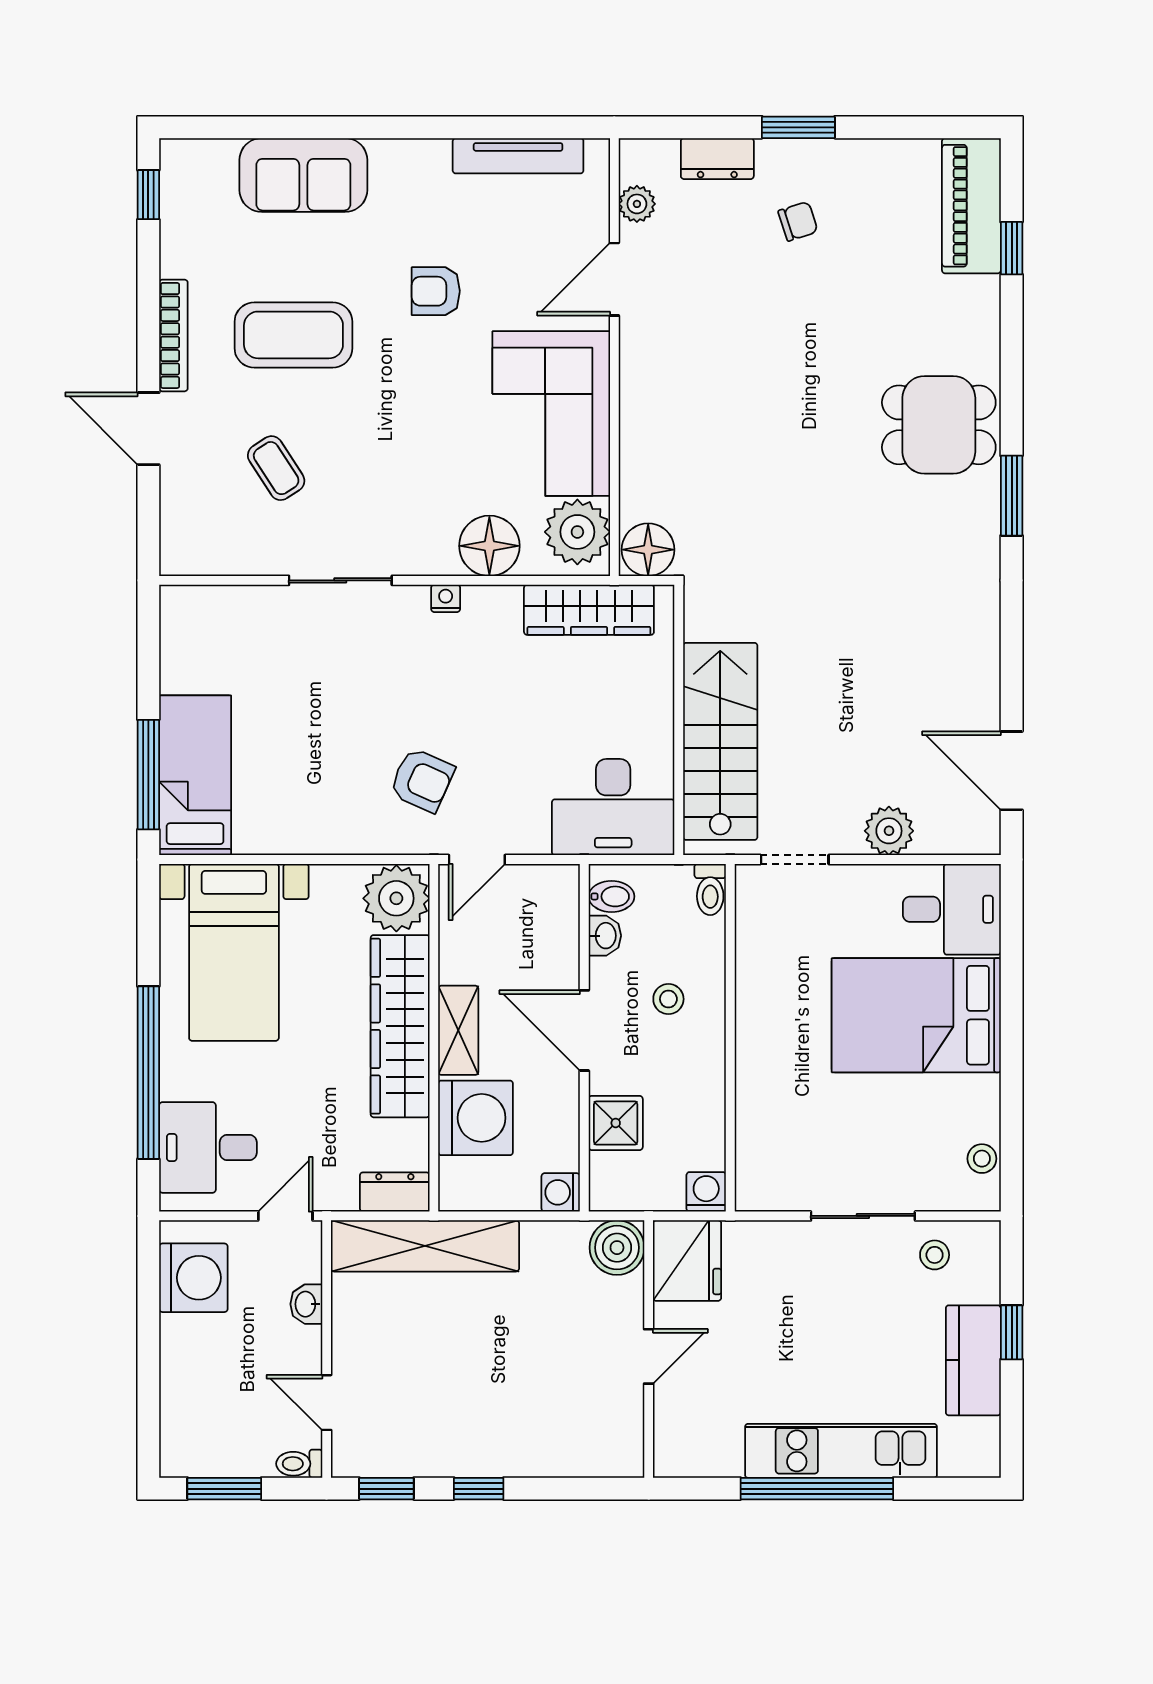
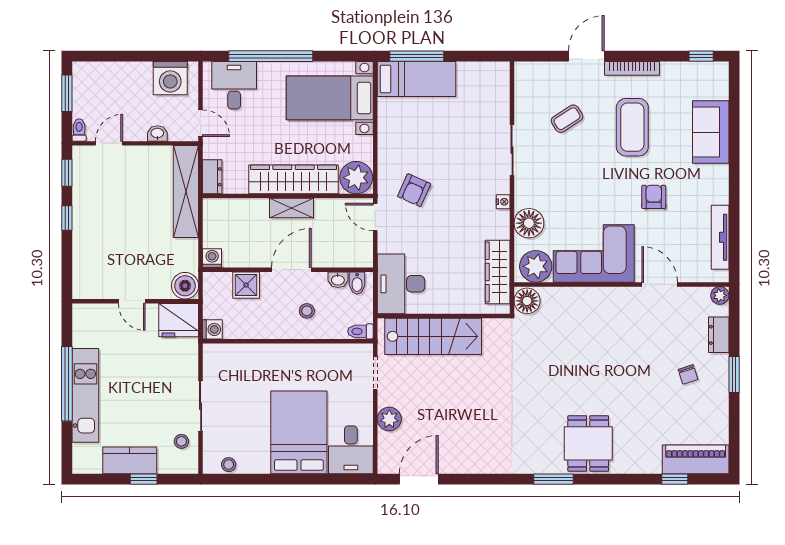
plant: (637, 204) -> (720, 295), moved
washing machine: (476, 1118) -> (249, 216), removed

